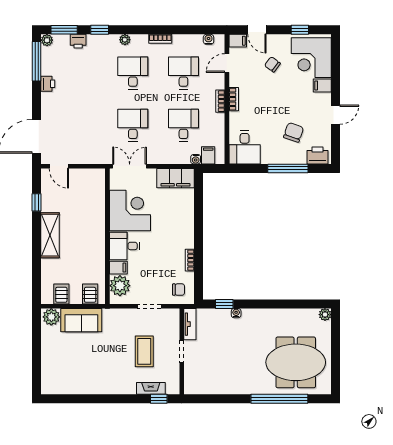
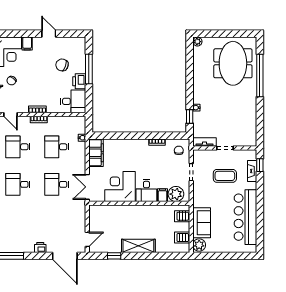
printer: (48, 84) -> (40, 248), moved
filing cabinet: (208, 155) -> (79, 128), removed
printer: (318, 155) -> (79, 81), moved
bar counter: (89, 379) -> (246, 217), added

